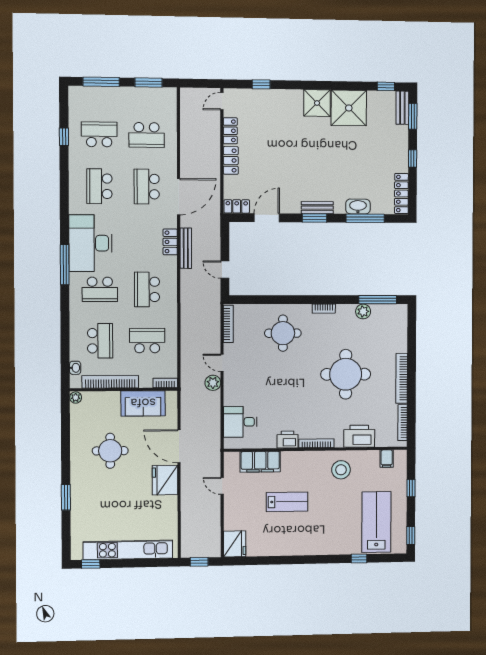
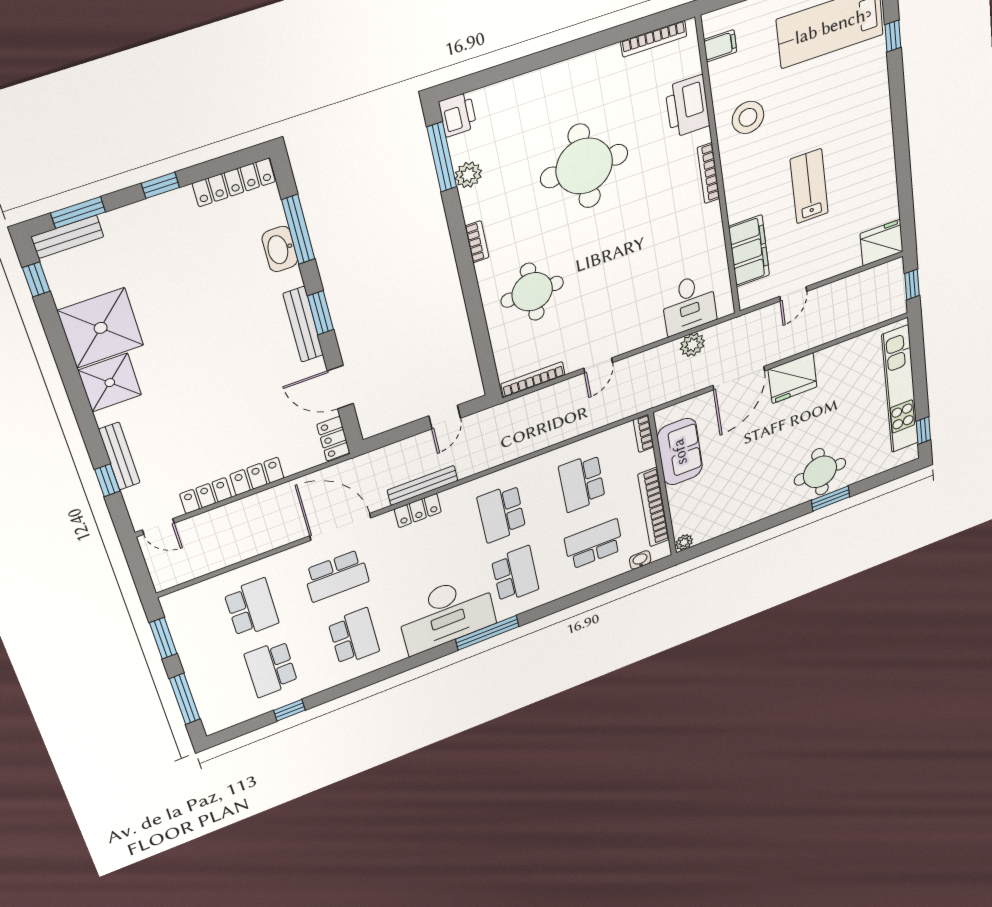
bench: (273, 95) -> (119, 456), added
school desk: (99, 186) -> (354, 637), turned -90
bench: (317, 208) -> (303, 324), width x1.36
school desk: (147, 289) -> (502, 513), turned 90
bookcase: (402, 378) -> (575, 67), removed
plant: (213, 383) -> (692, 345), moved
printer: (288, 440) -> (458, 115), moved, turned 180
round table: (110, 451) -> (820, 472), moved

